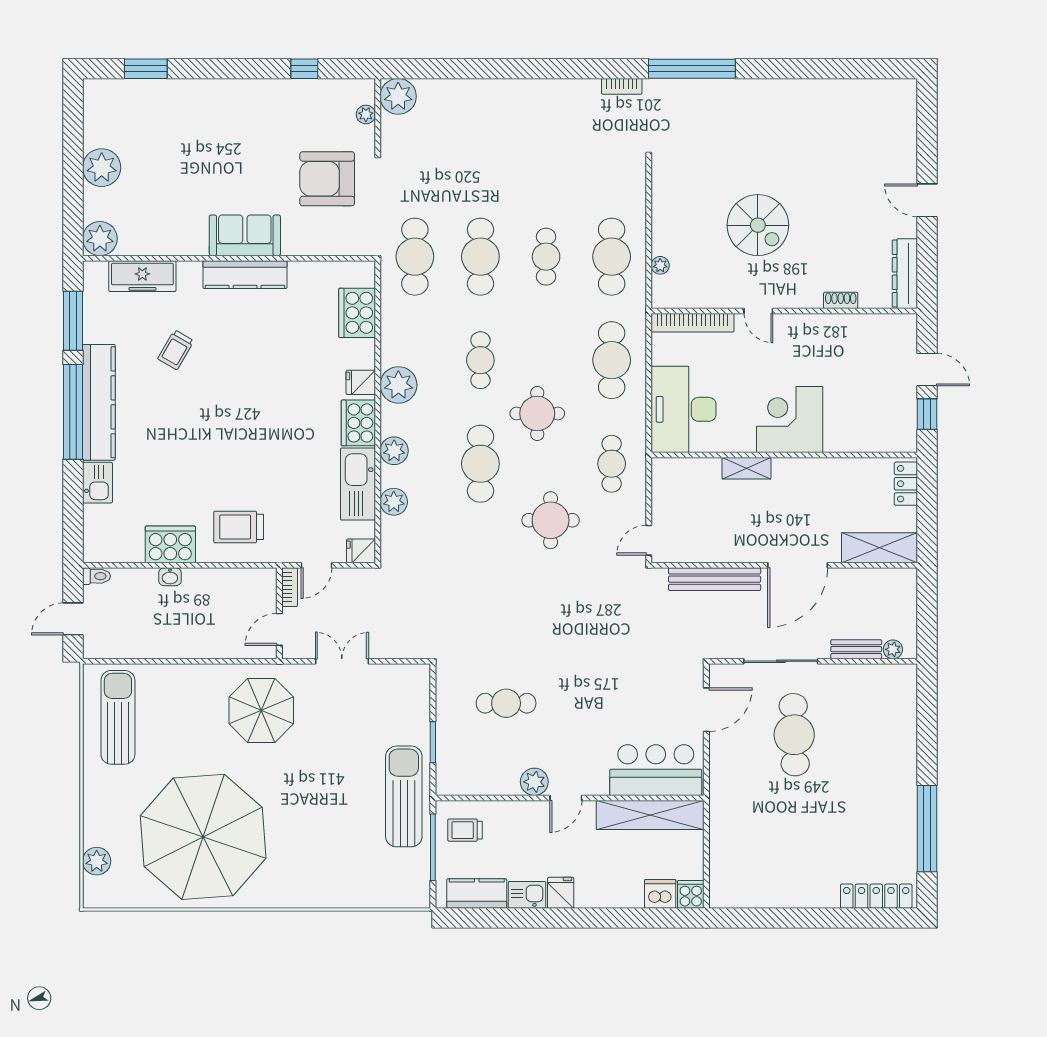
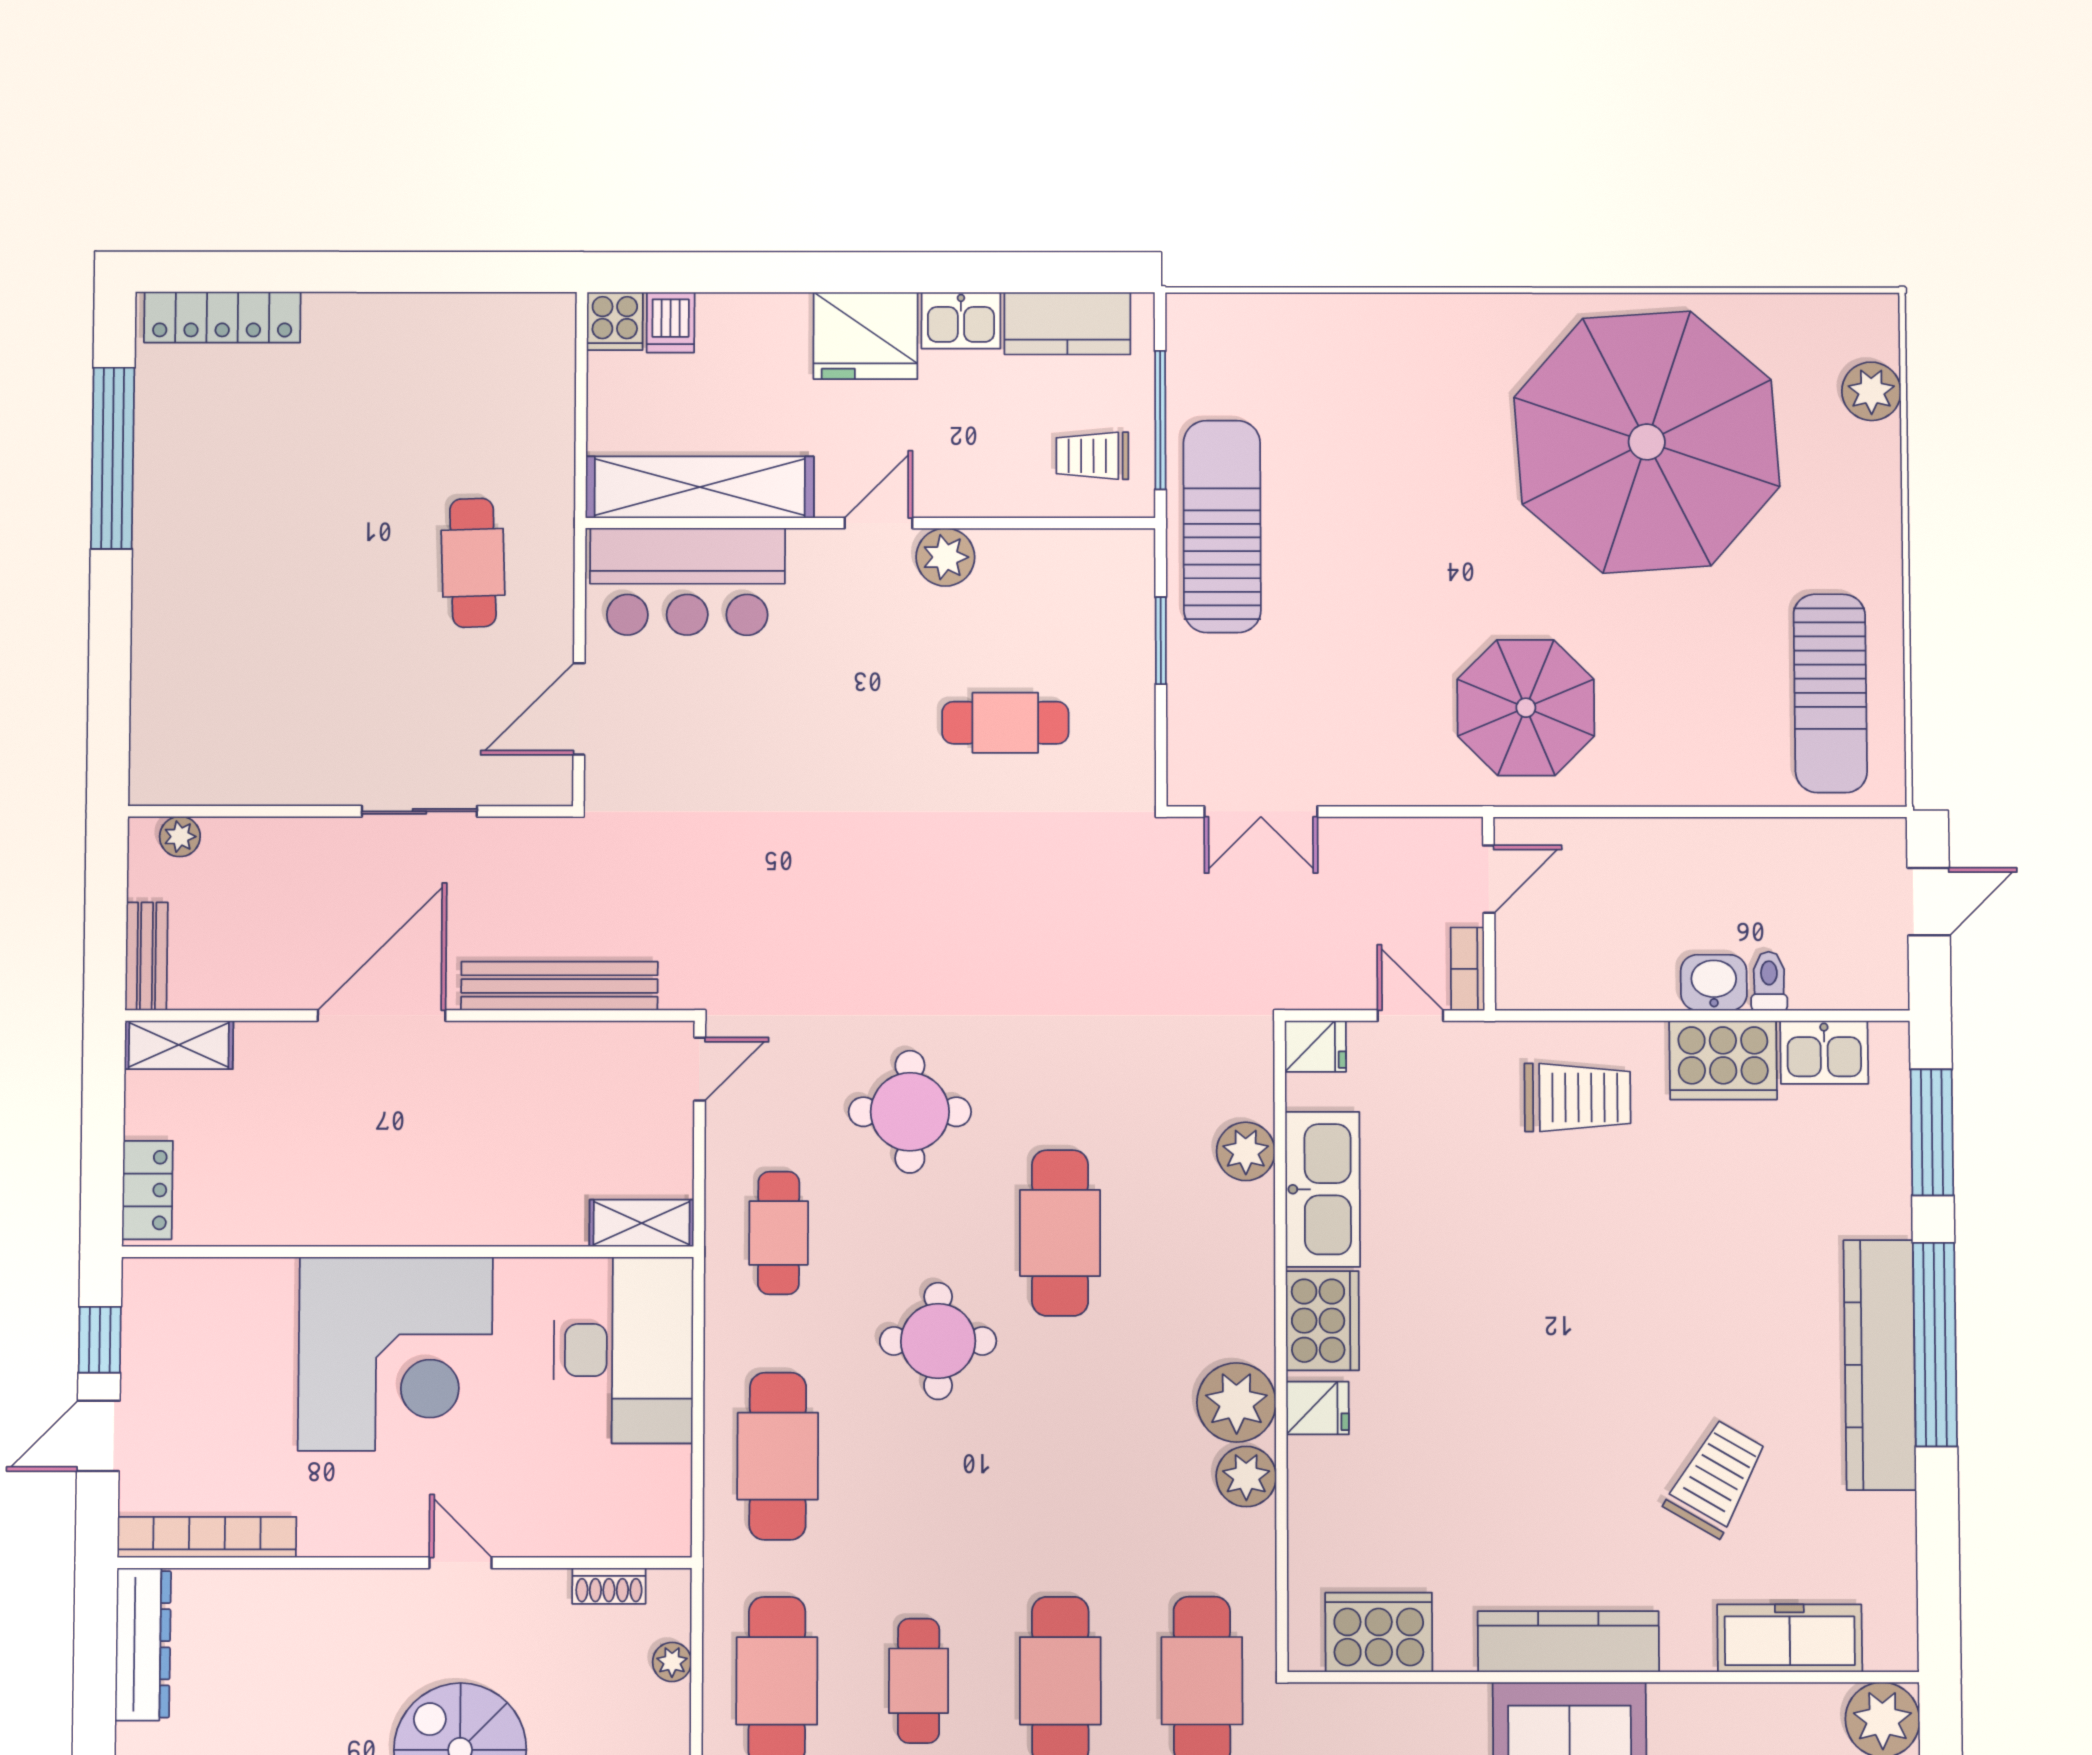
shoe rack: (841, 300) -> (609, 1586), moved
cooker: (357, 313) -> (1379, 1632), moved, turned -90
window: (73, 321) -> (1932, 1132), moved
bookcase: (693, 323) -> (207, 1537), moved
trolley: (176, 350) -> (1716, 1478), width x1.36, depth x1.39
cafe table: (480, 360) -> (1060, 1456), removed
door: (927, 370) -> (98, 1436), hinge flipped
corner desk: (790, 420) -> (395, 1354), width x1.36, depth x1.36
plant: (394, 451) -> (1246, 1477), moved
shelving: (746, 468) -> (642, 1223), moved
kitchen sink: (97, 483) -> (1824, 1052), moved, turned -90
shelving: (879, 548) -> (179, 1045), width x0.67, depth x0.75
door: (316, 565) -> (1410, 1016), hinge flipped
toilet: (96, 576) -> (1769, 981), moved, turned 90
washbasin: (170, 577) -> (1714, 983), width x1.38, depth x1.45
bench: (856, 649) -> (147, 956), moved, turned 90
double door: (342, 661) -> (1261, 812), moved
sliding door: (781, 661) -> (419, 811), width x0.73
cafe table: (794, 735) -> (473, 563), moved, width x0.73, depth x0.74
sun lounger: (404, 796) -> (1222, 526), turned 180
trolley: (465, 830) -> (1092, 456), turned 180
fridge: (561, 893) -> (865, 336), width x1.88, depth x1.34
dishwasher: (660, 894) -> (671, 322), width x0.73

